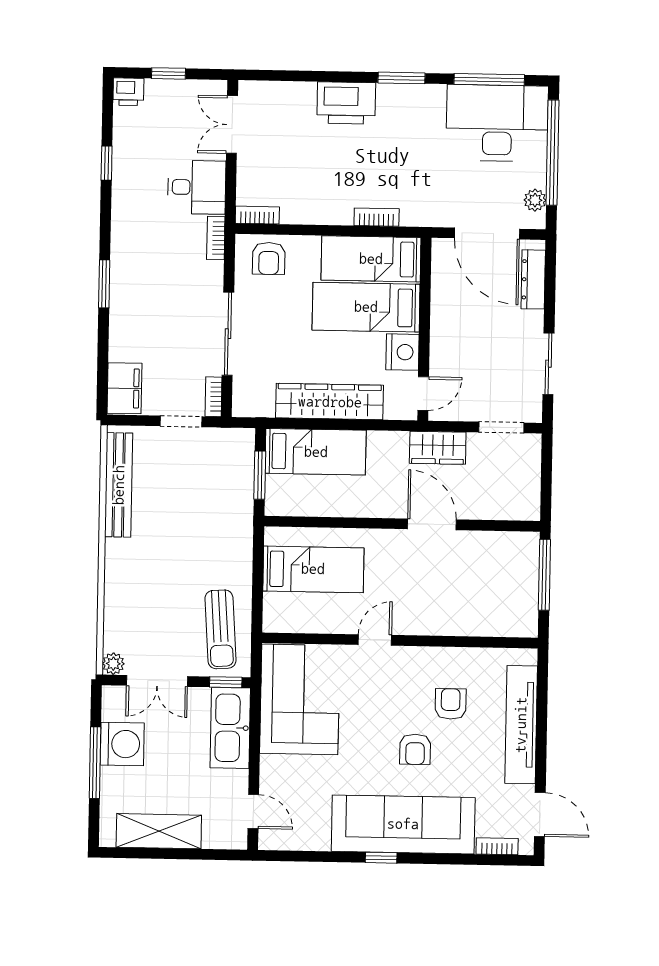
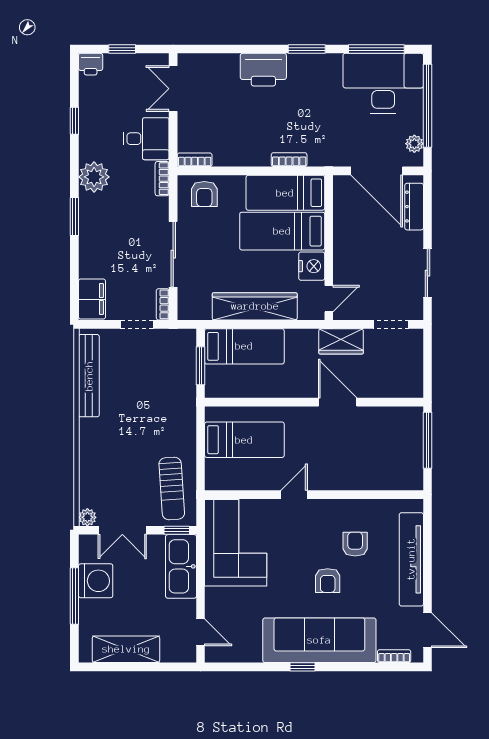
plant: (130, 234) -> (94, 177), added

